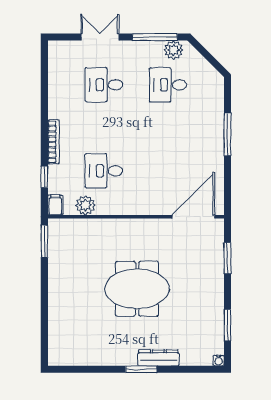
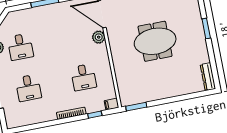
plant: (85, 205) -> (99, 37), moved
meeting table: (137, 289) -> (155, 41), turned 90
dresser: (158, 358) -> (208, 77), moved

